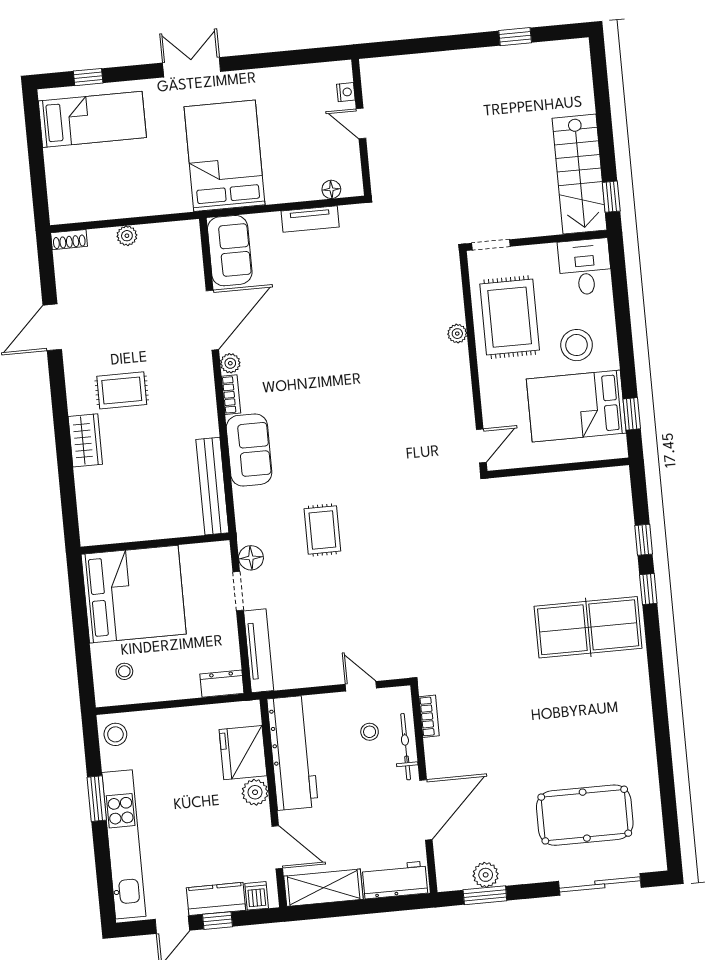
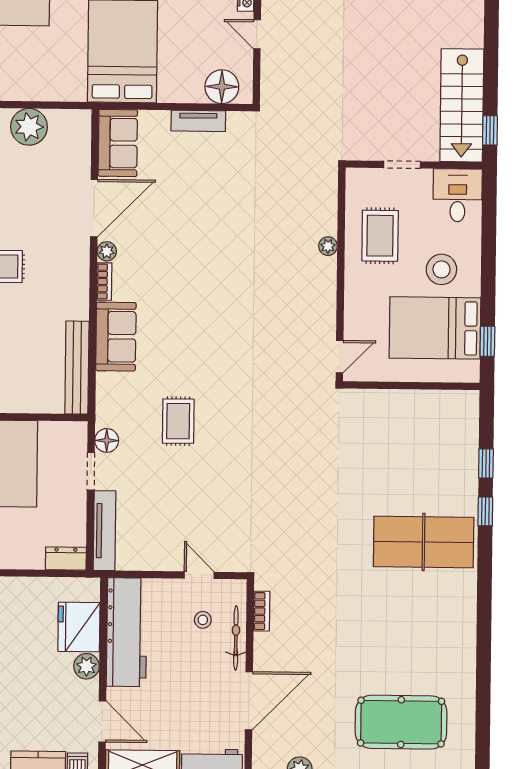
floor lamp: (331, 189) -> (222, 87), width x1.89, depth x1.89
plant: (127, 236) -> (29, 127), width x1.87, depth x1.87
doorway: (491, 245) -> (402, 165), moved
rug: (510, 317) -> (380, 236), width x0.73, depth x0.70

